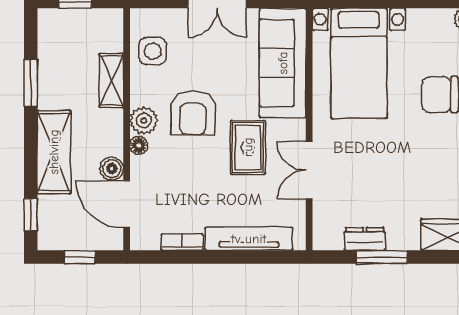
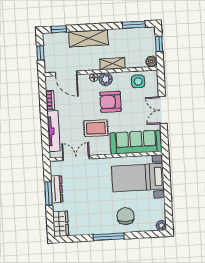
shelving: (111, 81) -> (112, 64), moved
window: (31, 83) -> (134, 25), moved
boiler: (112, 168) -> (151, 62), moved
double door: (309, 170) -> (76, 158), moved
door: (127, 204) -> (66, 73), swing flipped
dresser: (365, 239) -> (57, 189), width x1.44

